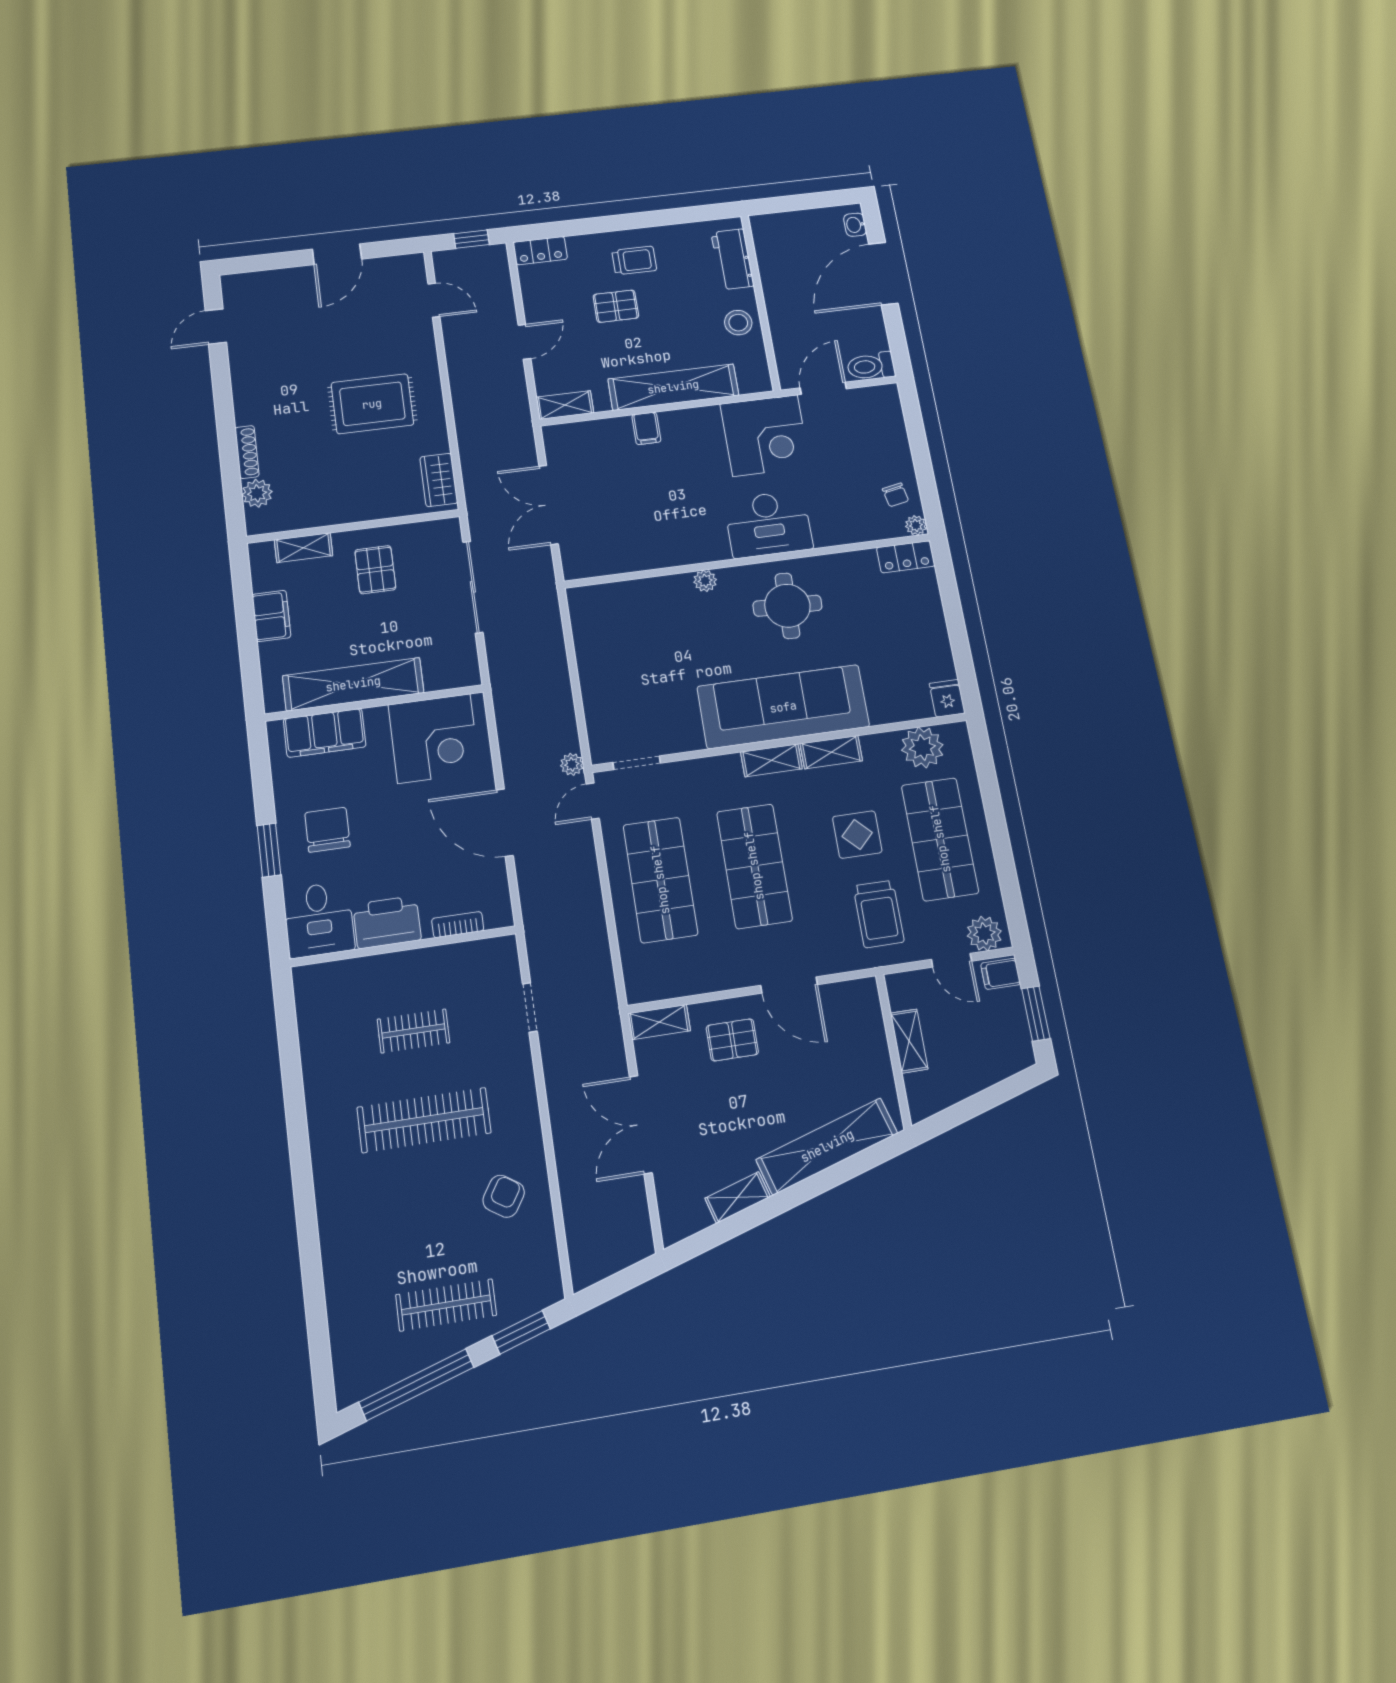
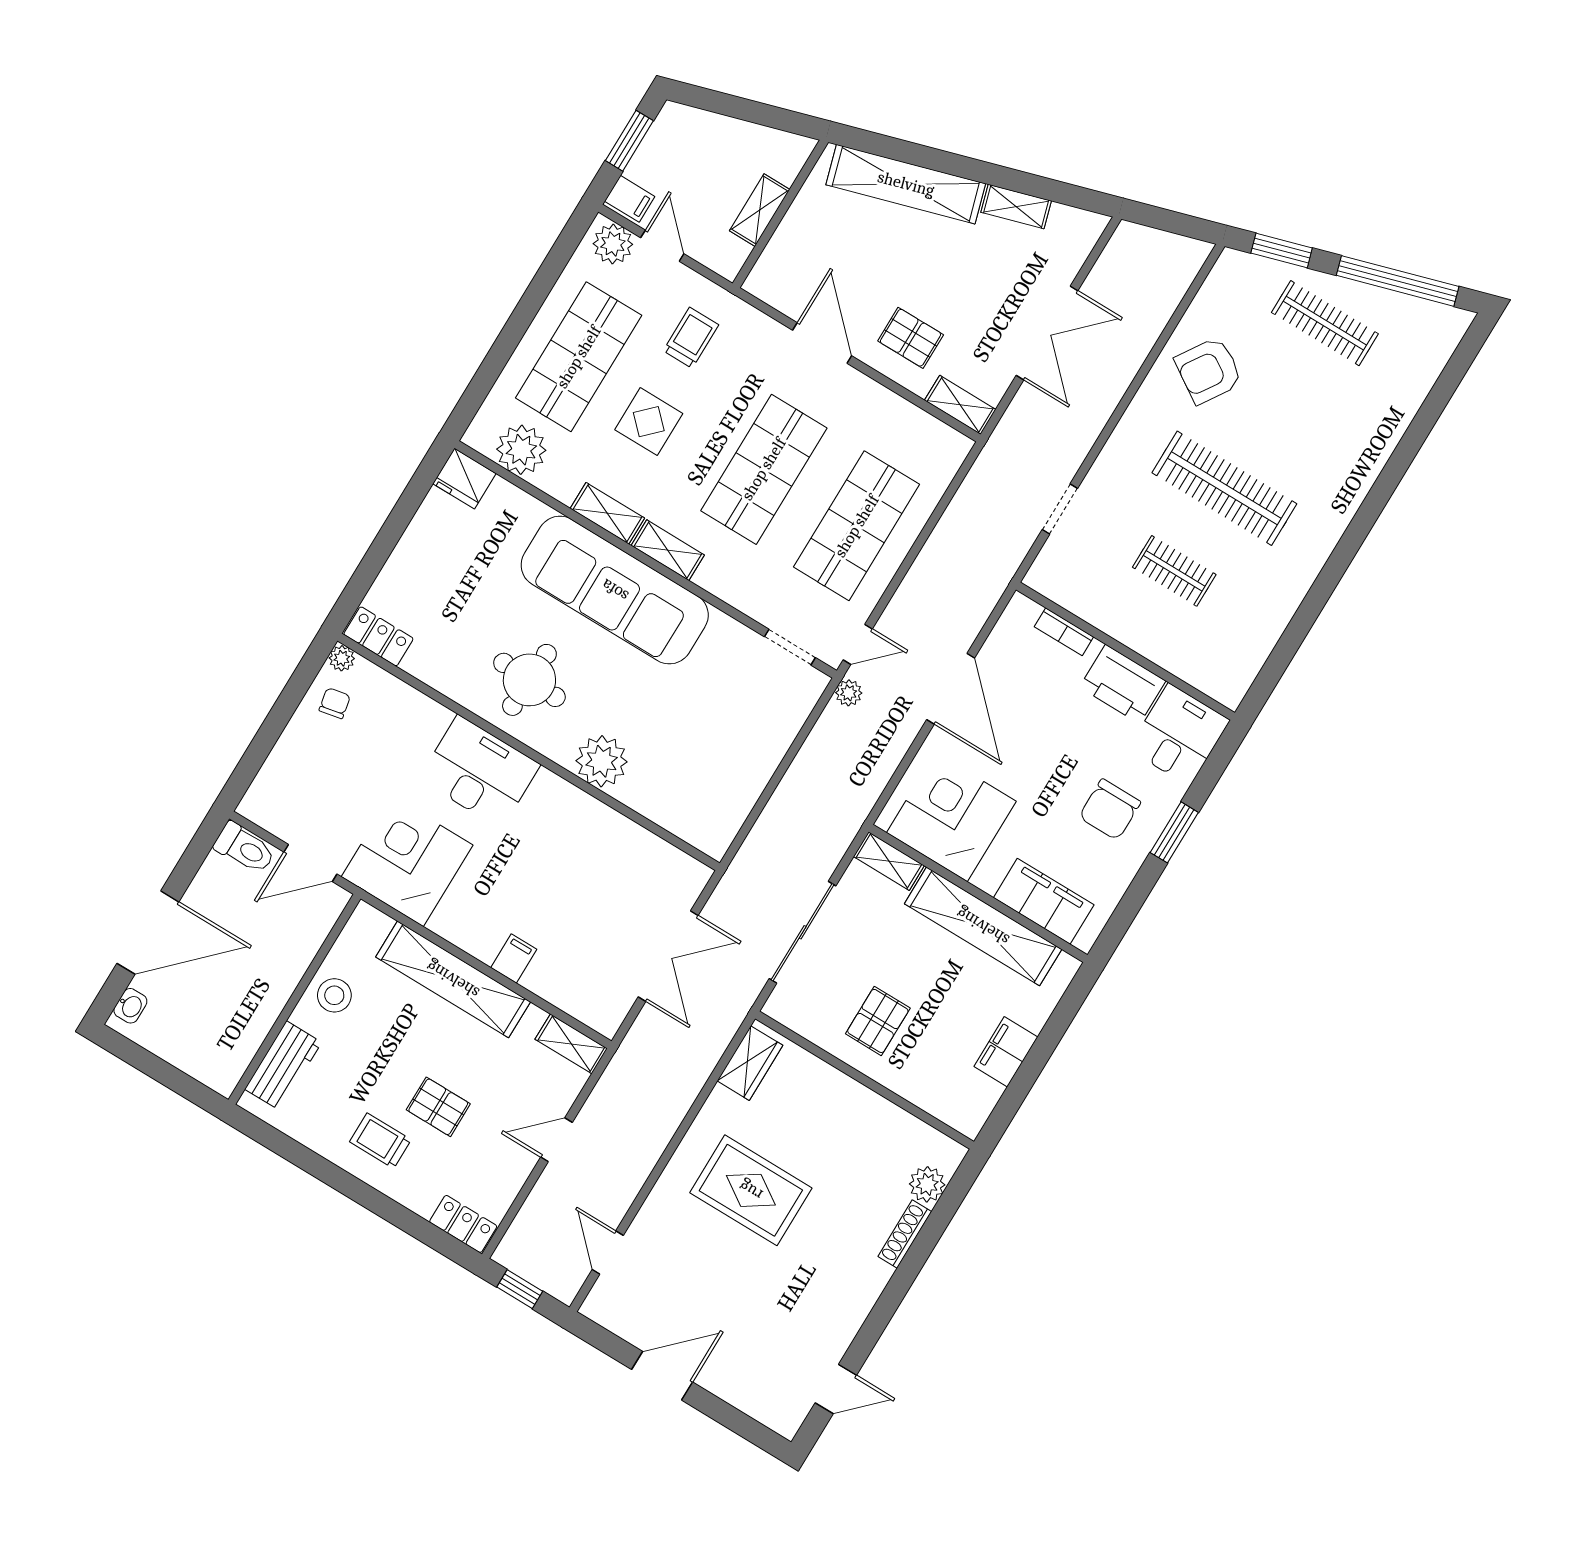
shelving: (303, 548) -> (889, 861), moved
plant: (705, 581) -> (602, 761), width x1.87, depth x1.87
fridge: (947, 698) -> (464, 479), width x1.38
trolley: (879, 914) -> (691, 338), width x0.73, depth x0.72
armchair: (504, 1196) -> (1209, 371), width x1.38, depth x1.38

